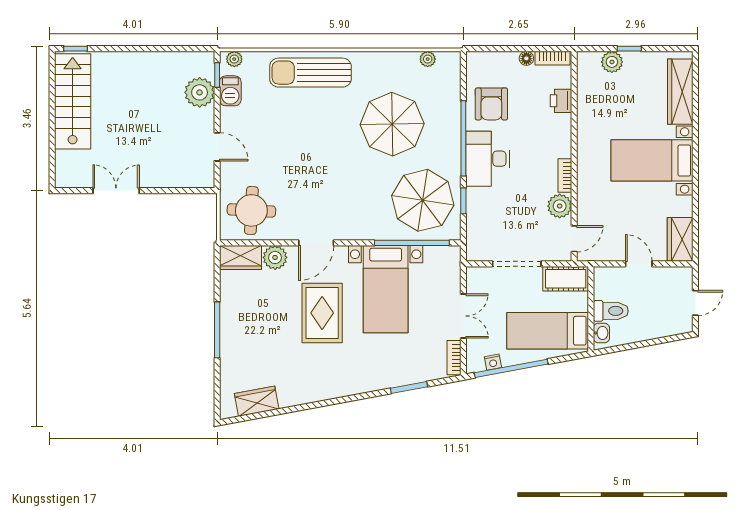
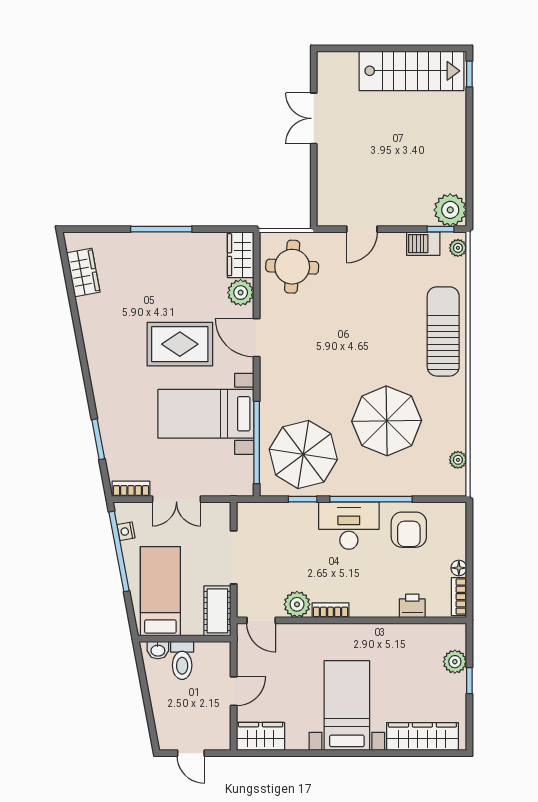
plant: (200, 92) -> (450, 210), moved
armchair: (491, 104) -> (409, 530), turned -90
double door: (116, 191) -> (314, 118), swing flipped

